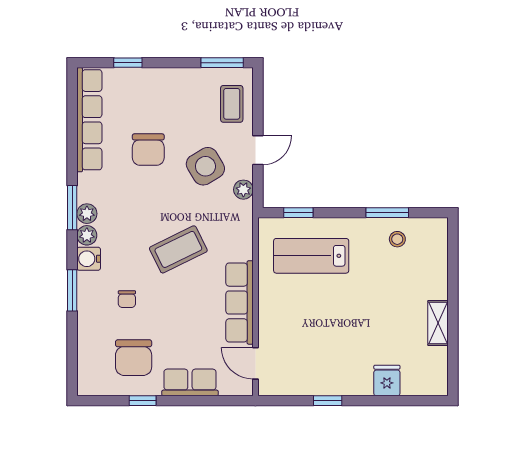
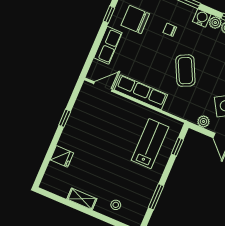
stool: (397, 239) -> (116, 205), moved

